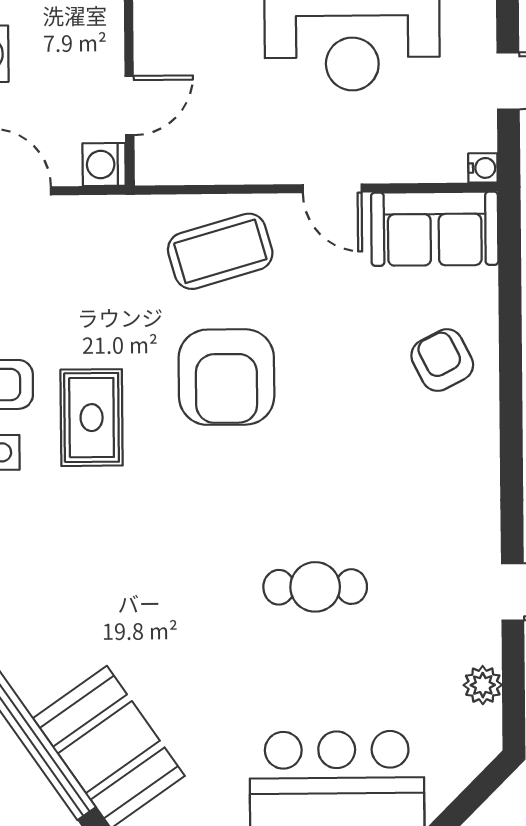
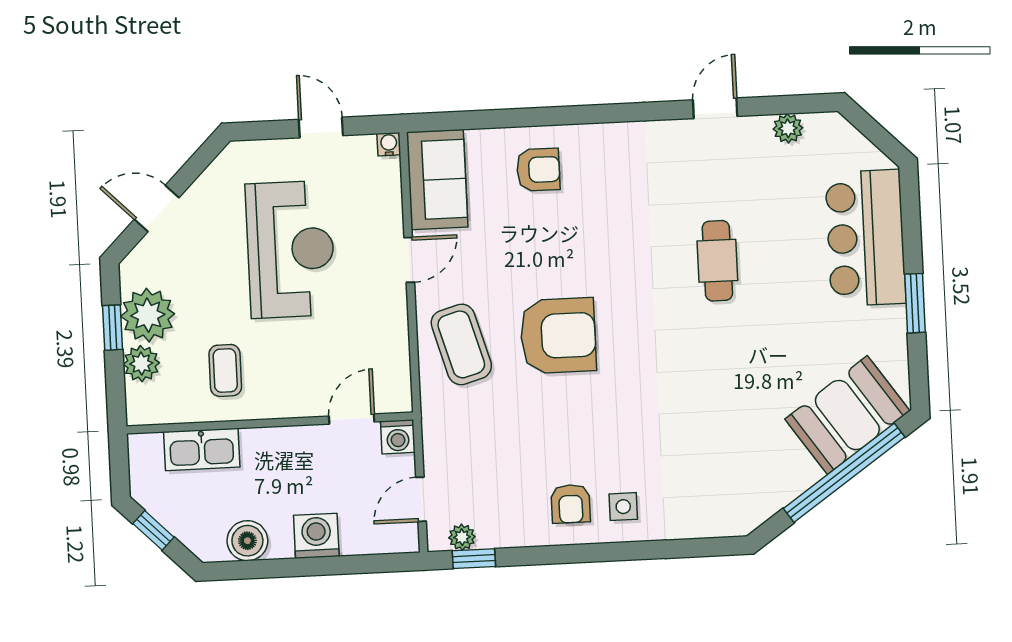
door: (129, 106) -> (352, 419), hinge flipped
armchair: (442, 360) -> (538, 170), turned -153
rug: (92, 418) -> (594, 439), removed

